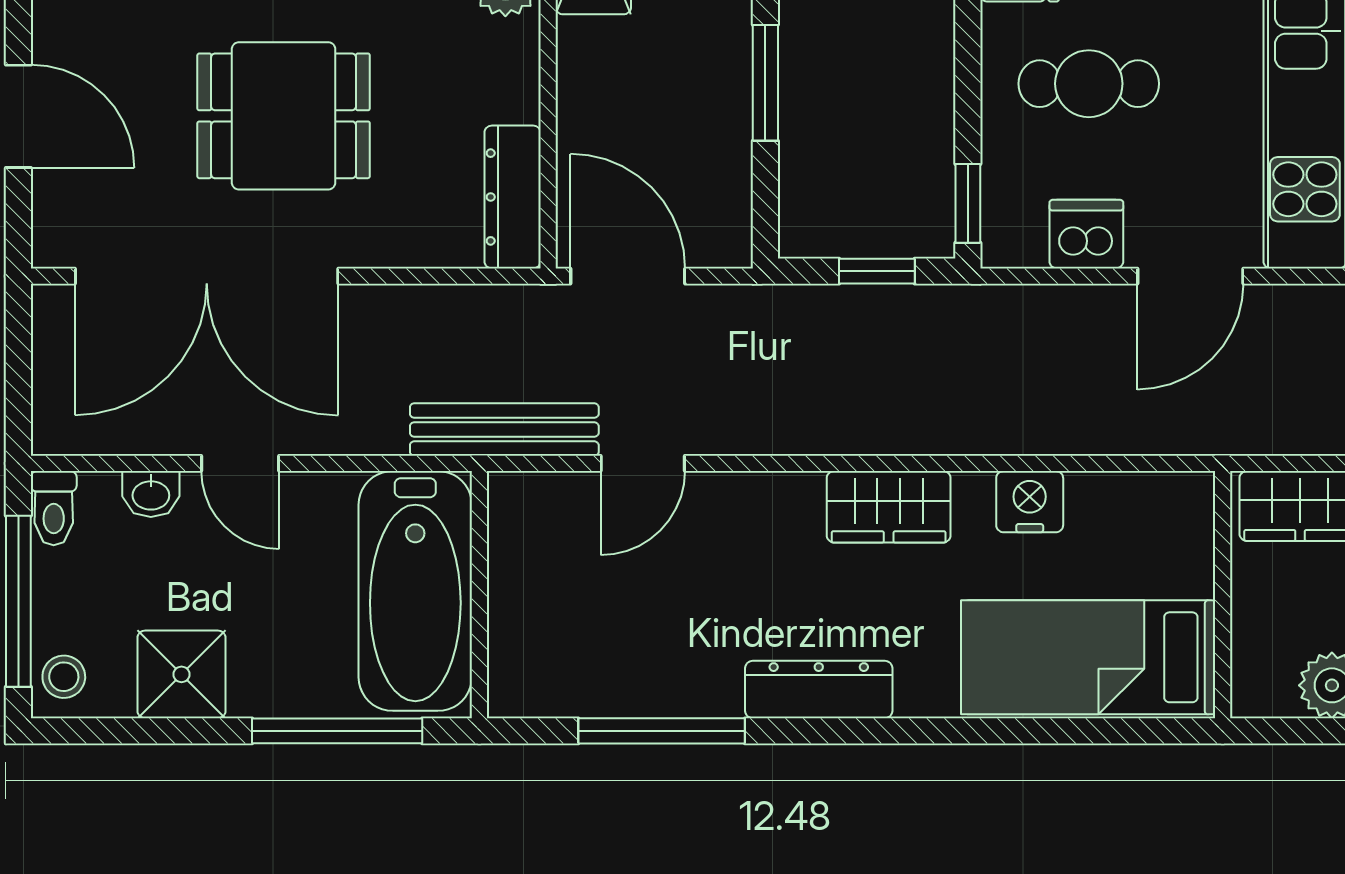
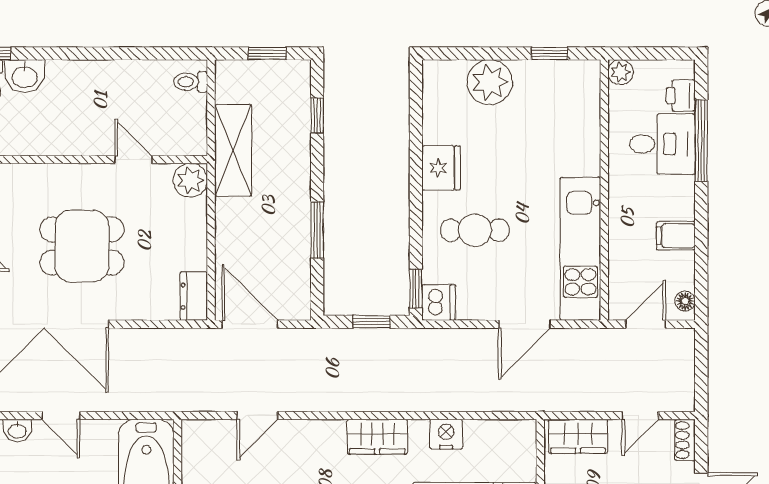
dresser: (513, 197) -> (194, 296), width x0.70
dishwasher: (1086, 234) -> (439, 303), moved, turned 90
bench: (504, 430) -> (190, 399), removed

